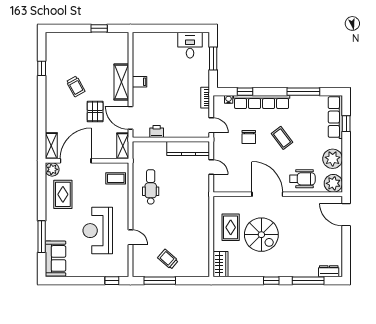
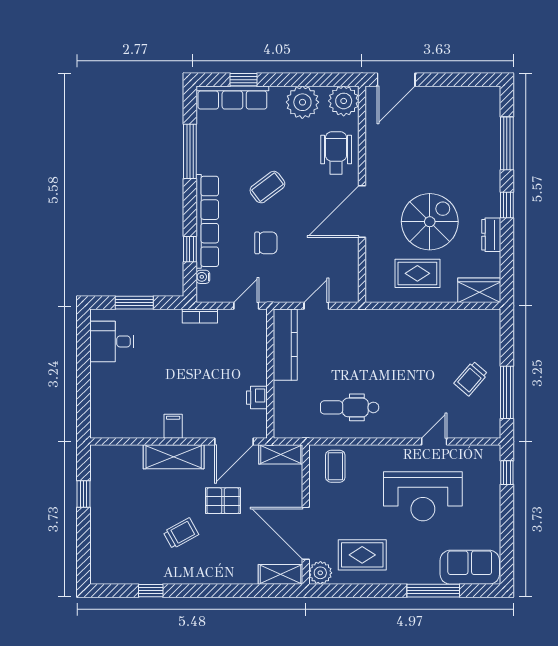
dresser: (329, 271) -> (491, 235), moved

